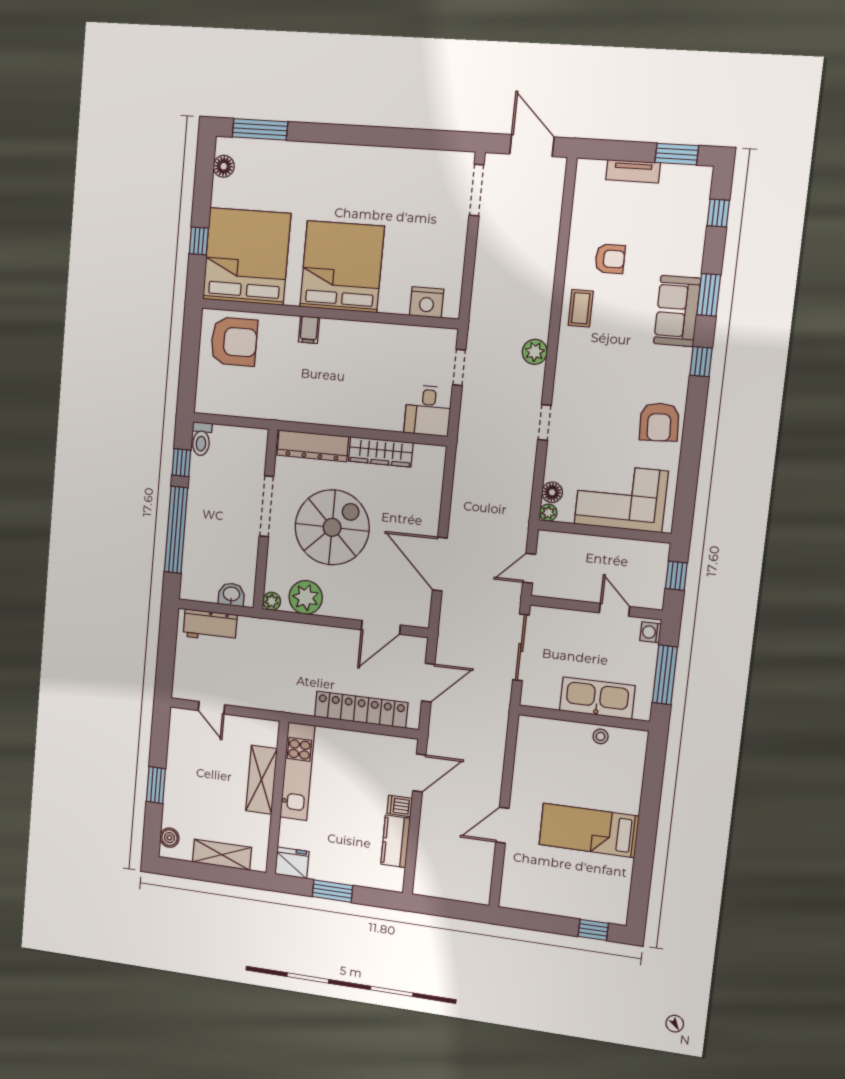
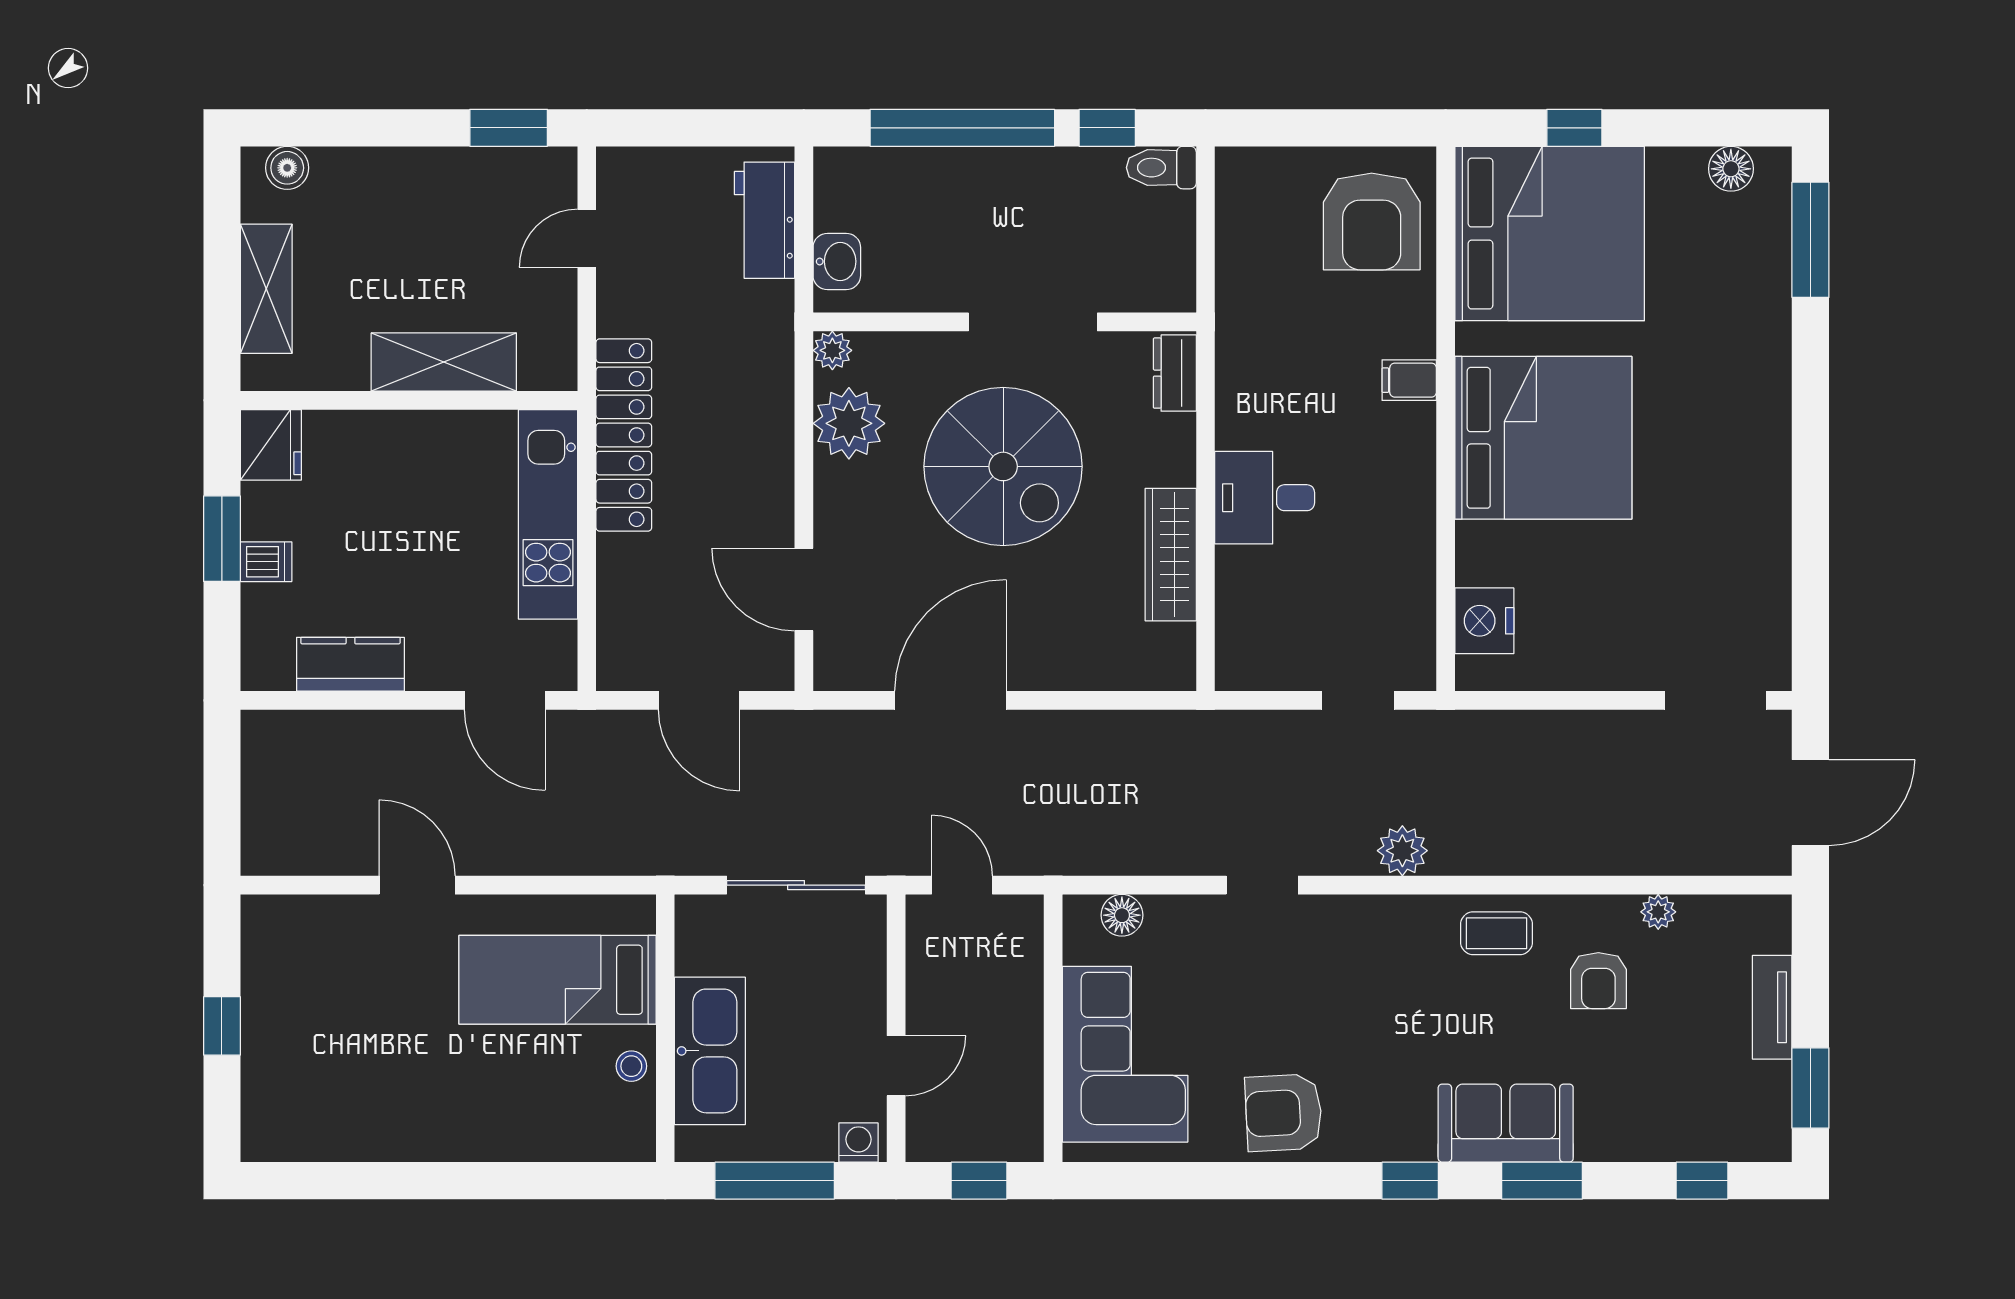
desk: (428, 411) -> (1265, 498), moved
dresser: (313, 446) -> (1175, 373), width x0.51, depth x0.80
plant: (548, 513) -> (1658, 912), moved
locker: (361, 710) -> (624, 435), moved
kitchen unit: (297, 771) -> (548, 514), moved, turned 90
window: (156, 785) -> (509, 128), moved
dishwasher: (400, 806) -> (266, 562), moved, turned 90
bed: (589, 830) -> (558, 980), moved, turned -90
window: (593, 930) -> (222, 1026), moved

